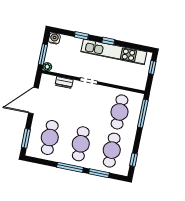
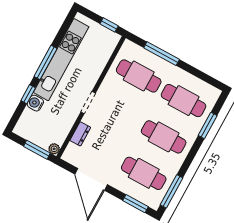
water cooler: (54, 38) -> (35, 103), moved
window: (108, 41) -> (46, 62), width x2.17
window: (152, 67) -> (109, 25), moved
window: (143, 114) -> (162, 54), moved
window: (134, 160) -> (204, 77), removed
window: (70, 167) -> (172, 191), moved

